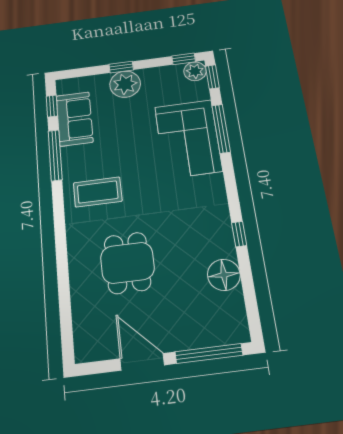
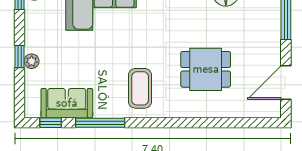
plant: (125, 84) -> (32, 61), width x0.53, depth x0.53
door: (142, 362) -> (286, 82), moved

